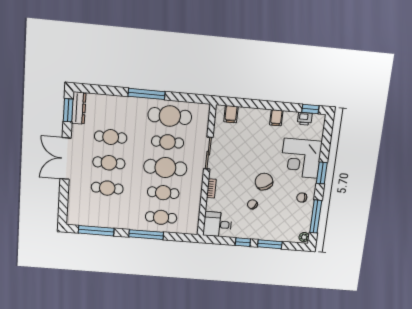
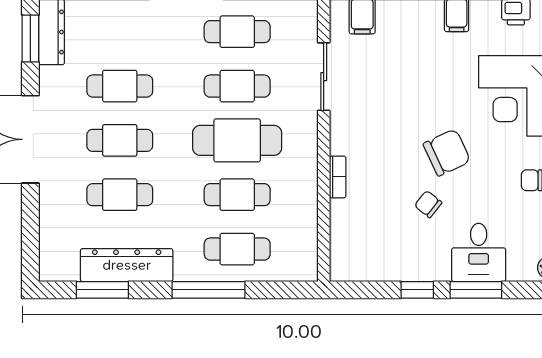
cafe table: (170, 116) -> (237, 32), width x0.73, depth x0.74
sliding door: (208, 153) -> (324, 77), moved
chair: (264, 182) -> (447, 152), turned 92
dresser: (108, 220) -> (127, 265), added
desk: (217, 224) -> (479, 252), moved, turned -90
window: (96, 231) -> (102, 290), width x0.69

